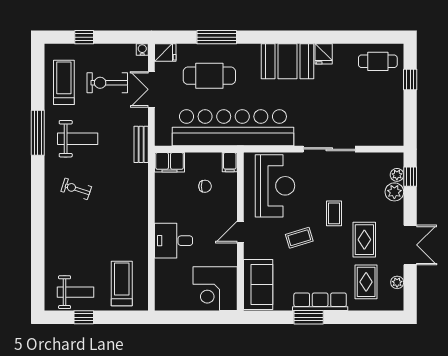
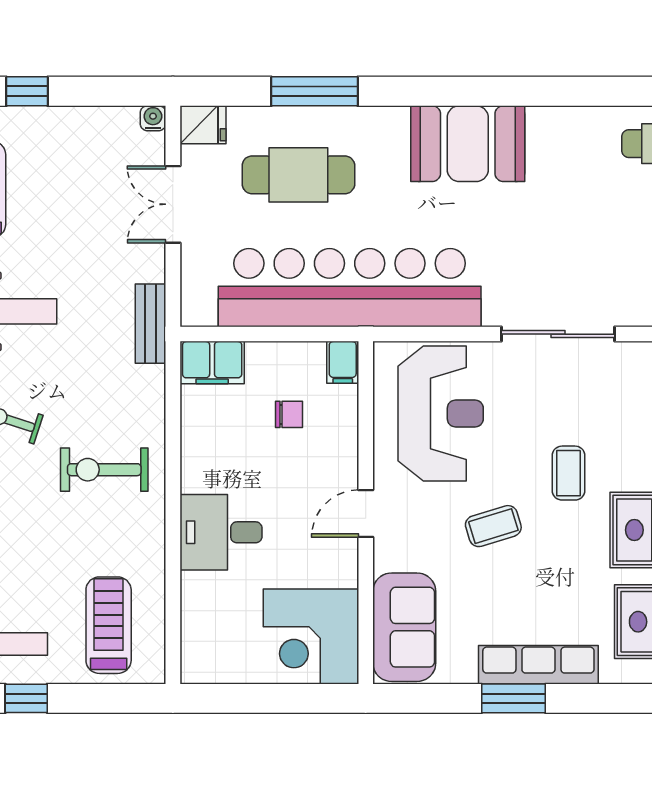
fridge: (324, 54) -> (546, 128), removed
exercise bike: (107, 83) -> (104, 470), moved

